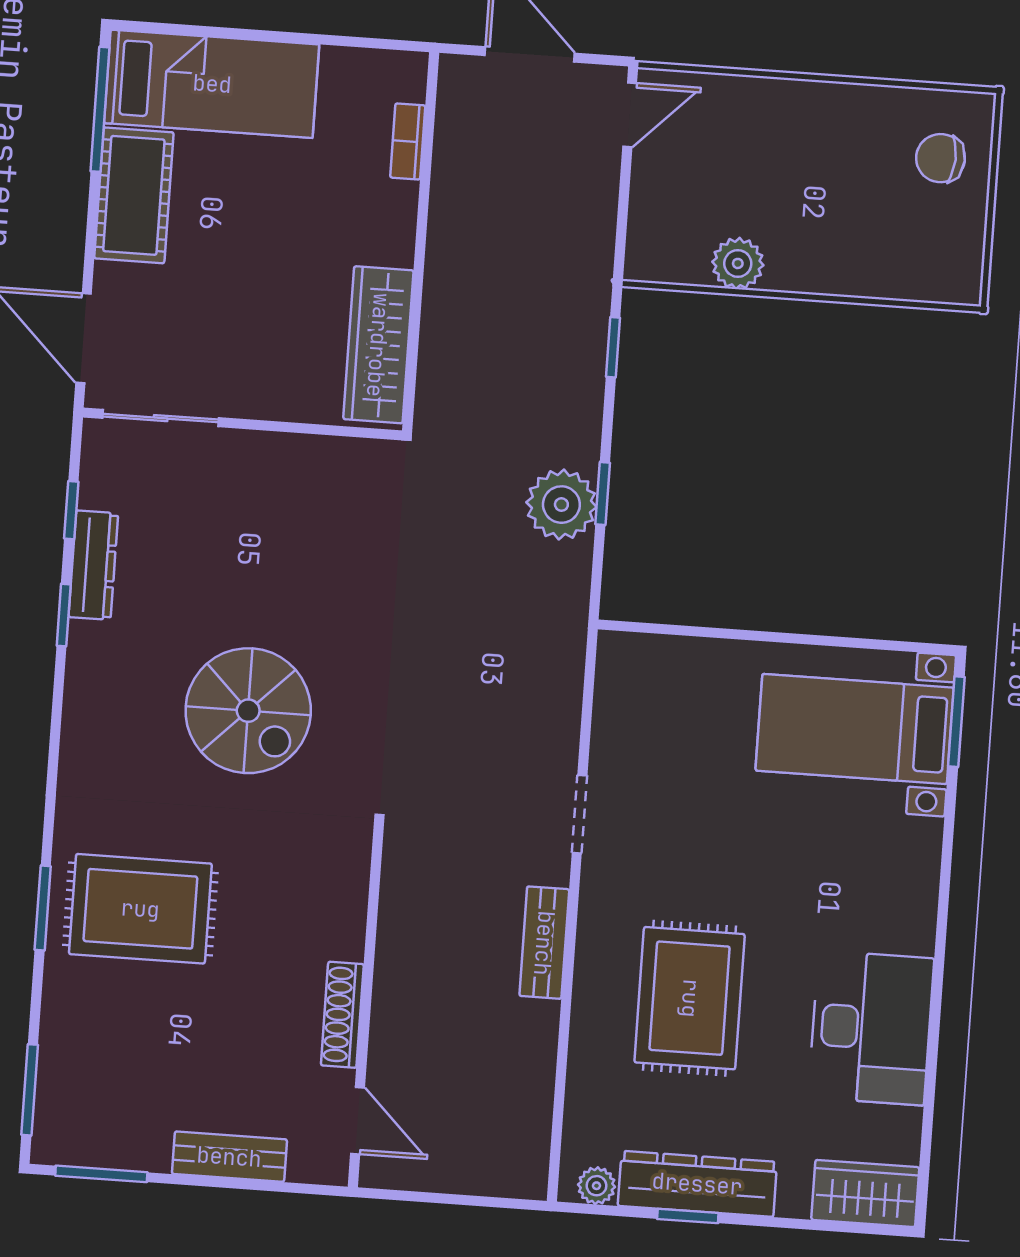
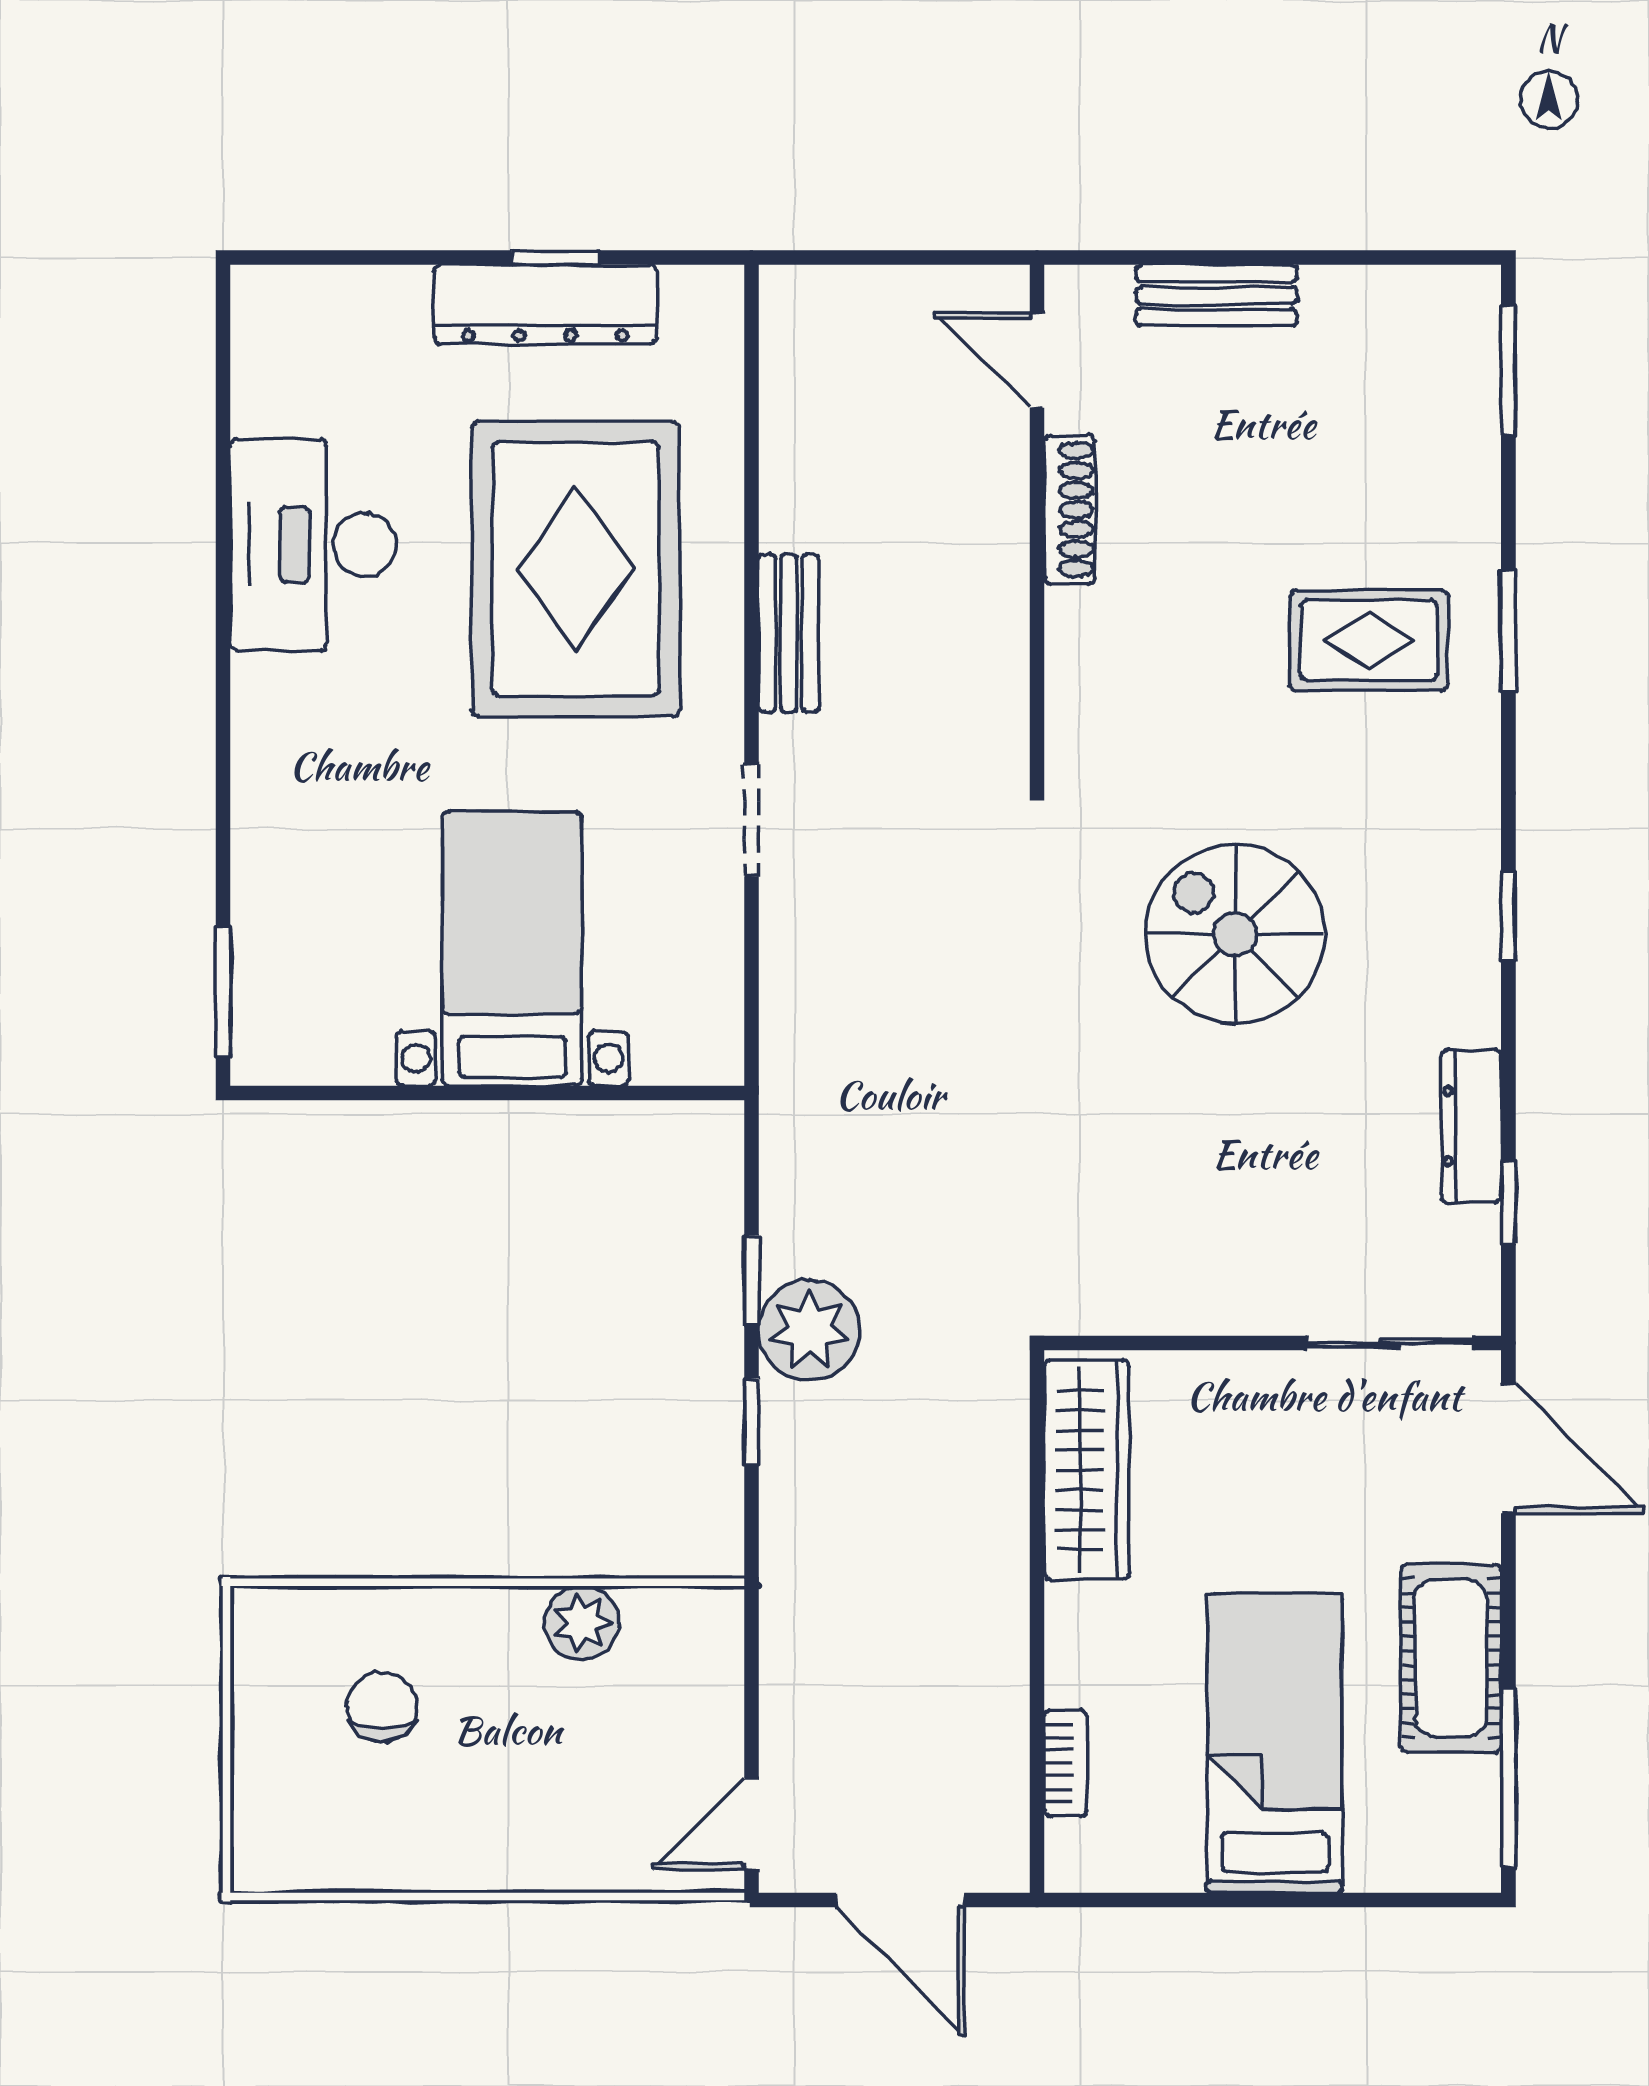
bed: (212, 84) -> (1275, 1743), moved, turned 90
chair: (941, 158) -> (382, 1707), moved, turned -93
window: (613, 347) -> (751, 1421), moved
plant: (561, 505) -> (809, 1330), moved
window: (64, 615) -> (1508, 916), moved
bed with nightstands: (855, 729) -> (512, 949), moved, turned -90
rug: (140, 909) -> (1369, 640), width x0.73, depth x0.70
rug: (690, 998) -> (576, 569), width x1.37, depth x1.44
window: (101, 1174) -> (1398, 258), removed
plant: (597, 1186) -> (689, 292), removed
wardrobe: (865, 1194) -> (305, 308), removed

